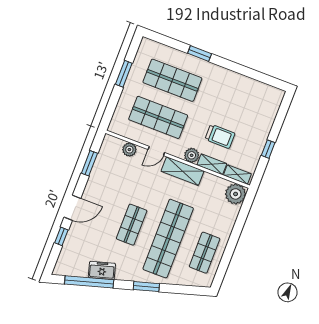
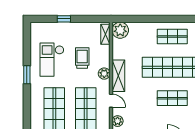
window: (200, 54) -> (27, 75), moved
checkout: (232, 100) -> (52, 60), added
window: (268, 149) -> (64, 19), moved
shelving: (212, 164) -> (105, 56), removed

